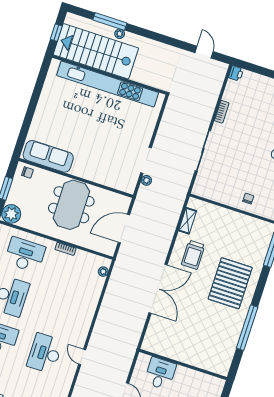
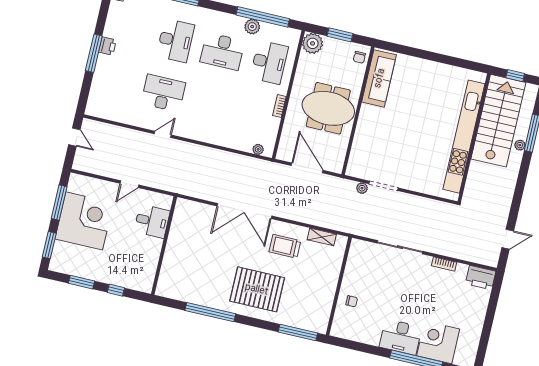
printer: (236, 73) -> (481, 278), width x1.87, depth x1.48

